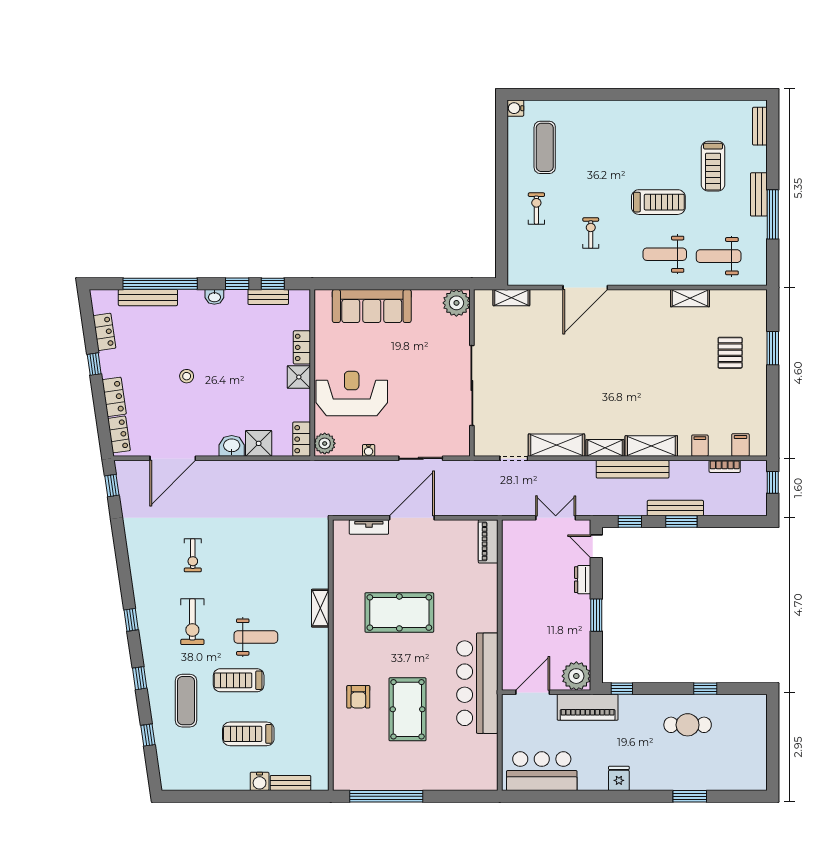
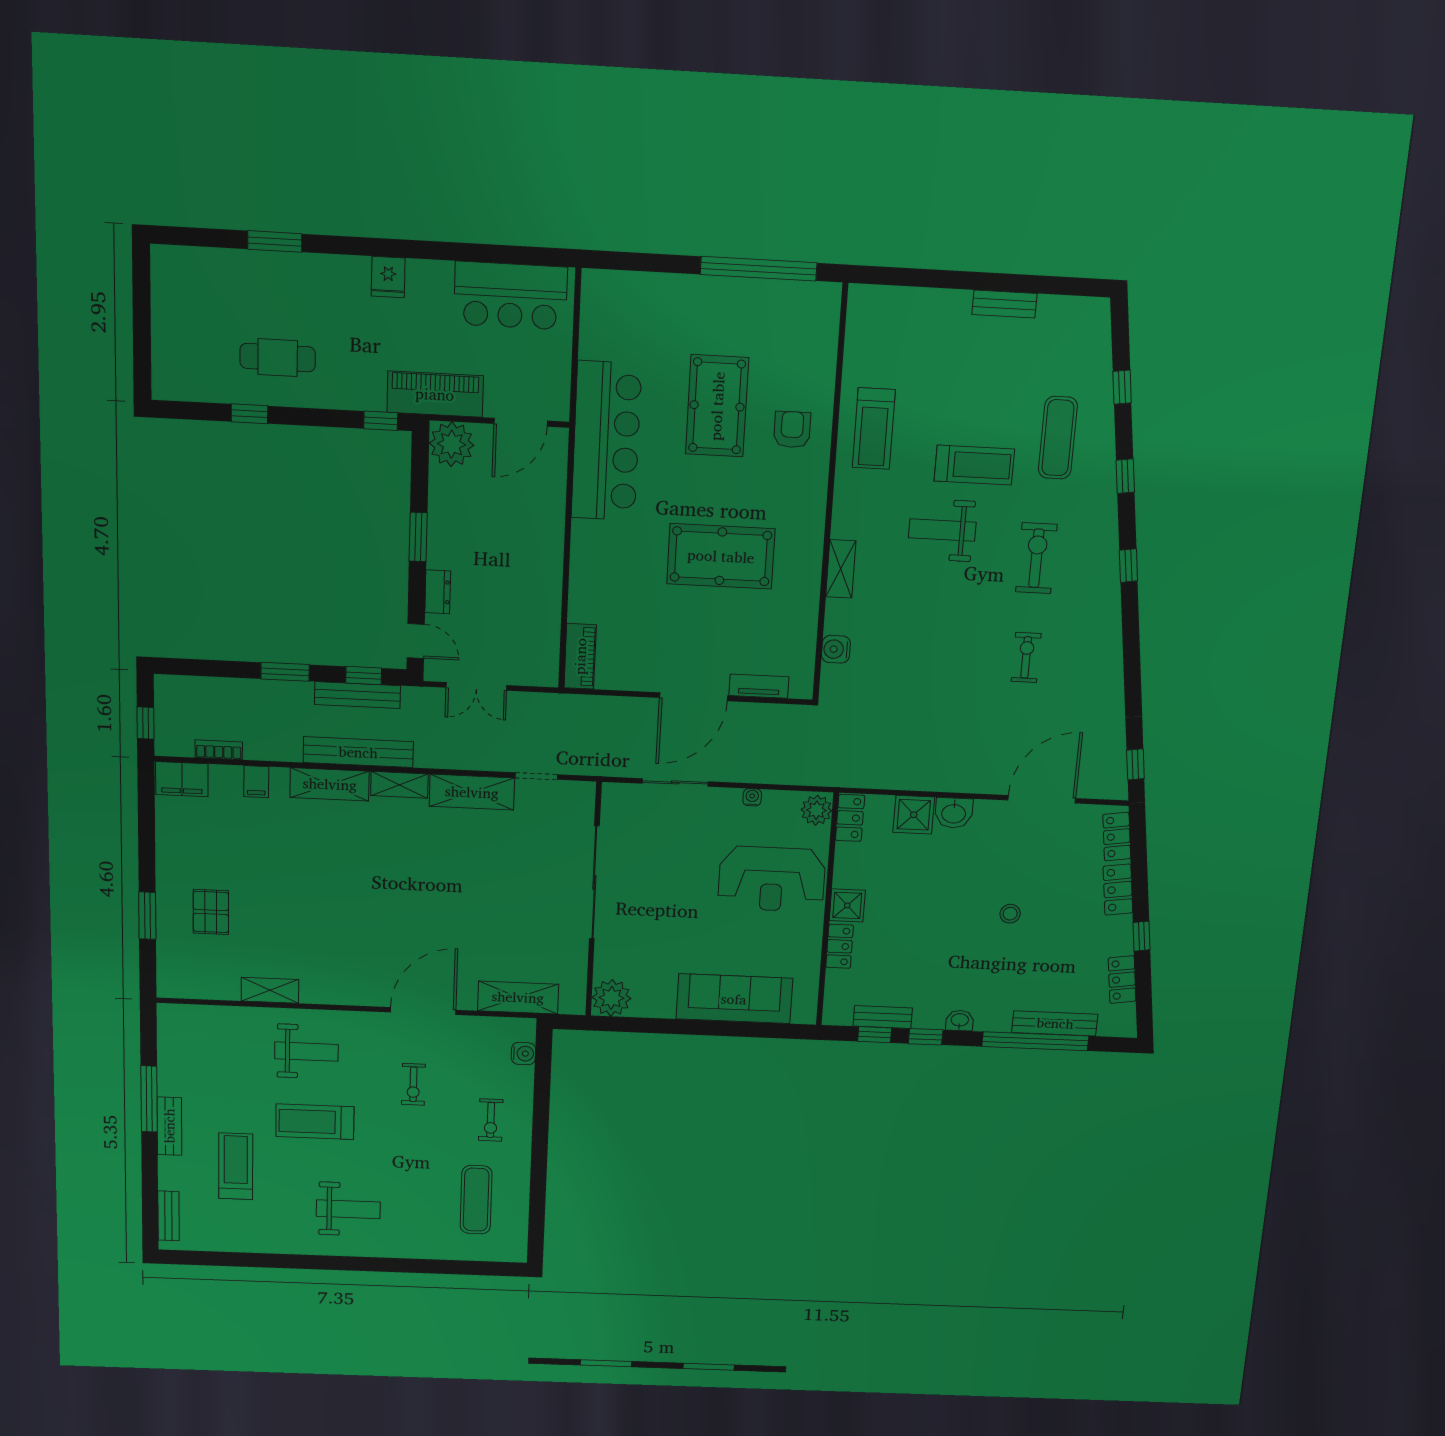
water cooler: (515, 108) -> (523, 1054), moved
weight bench: (719, 256) -> (348, 1209), moved
shelving: (511, 298) -> (518, 997), width x1.50, depth x1.33
filing cabinet: (740, 445) -> (182, 779), width x2.00
bench: (675, 508) -> (357, 695), moved
treadmill: (248, 734) -> (874, 428), moved, turned 90
water cooler: (260, 781) -> (836, 649), moved, turned -90
bench: (290, 783) -> (1004, 304), moved

